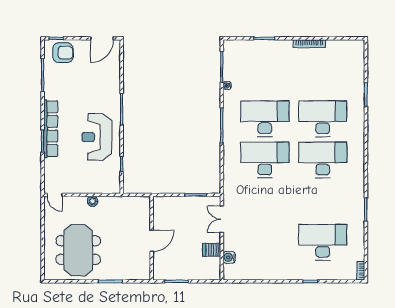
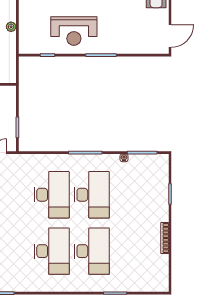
door: (102, 38) -> (170, 36), swing flipped
reception desk: (97, 137) -> (74, 31), turned 180

